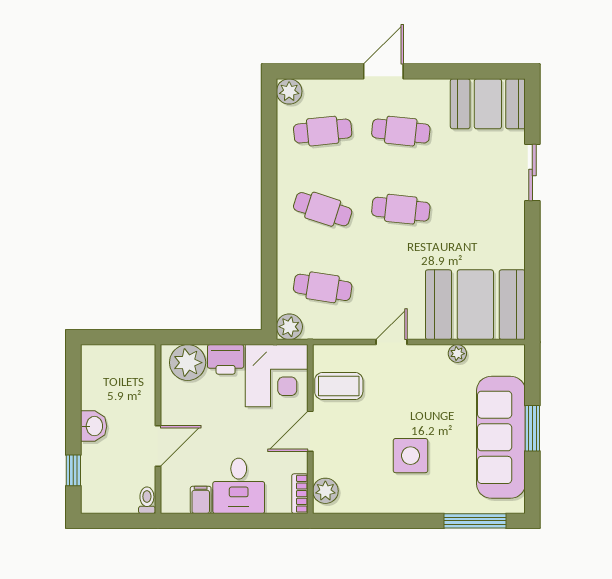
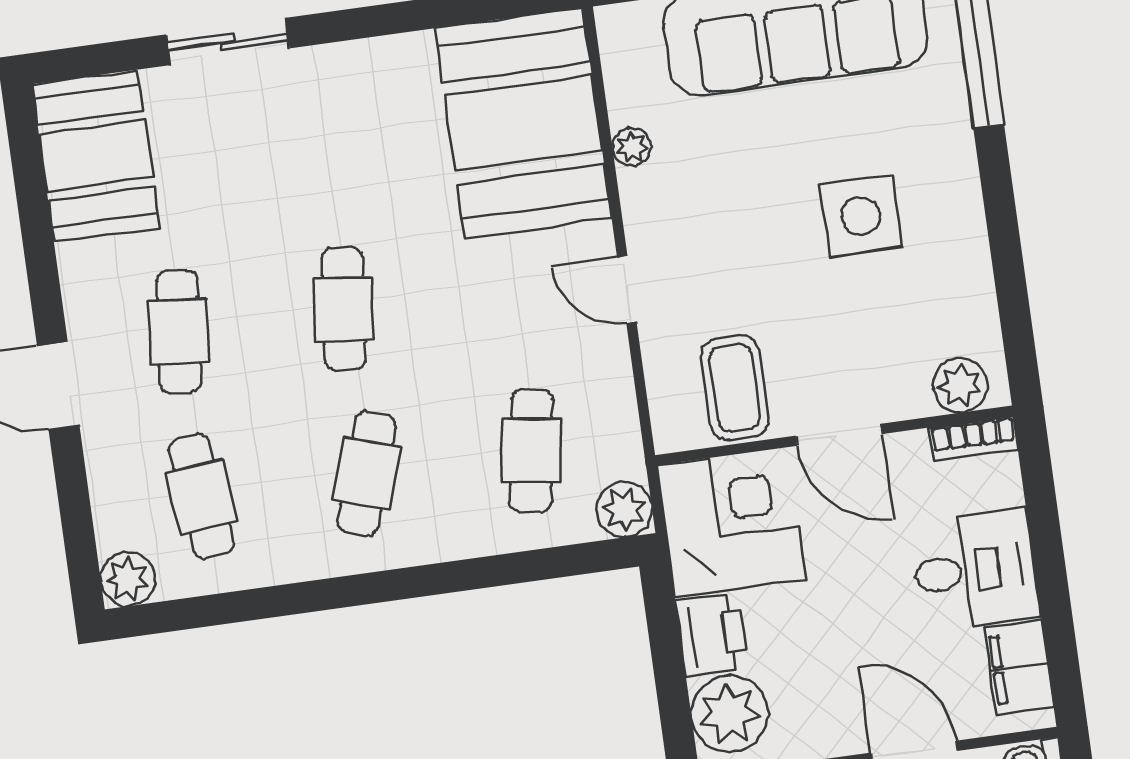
filing cabinet: (201, 500) -> (1019, 668), width x2.00

